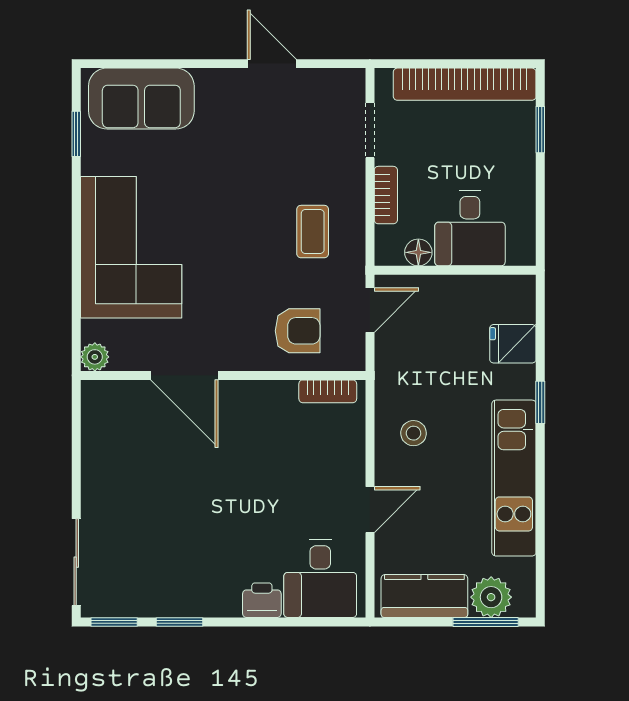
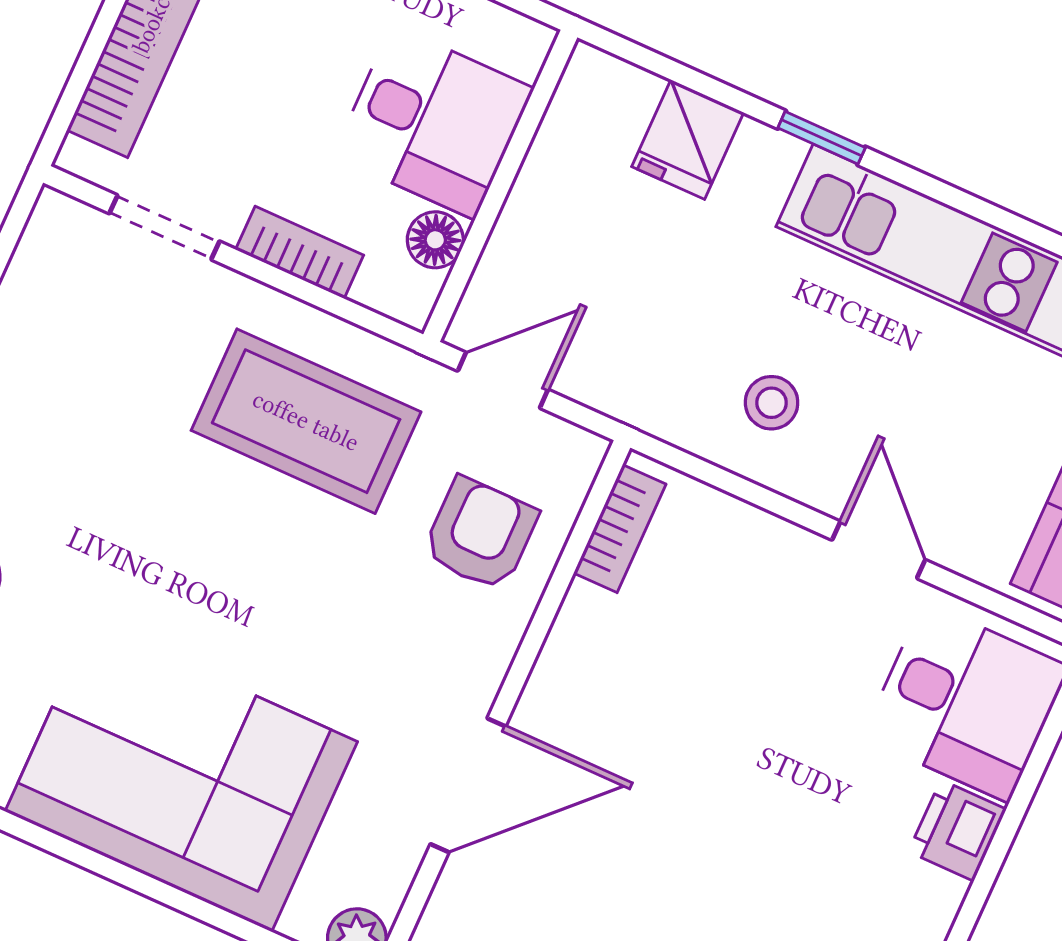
coffee table: (313, 232) -> (306, 421), width x1.86, depth x1.72
door: (370, 310) -> (503, 380), hinge flipped

